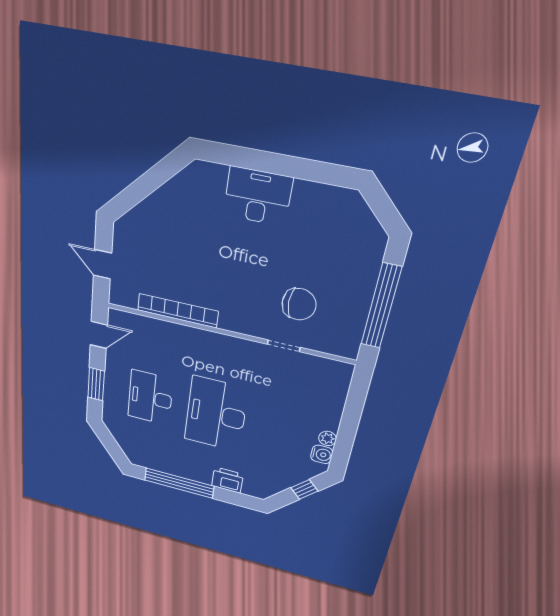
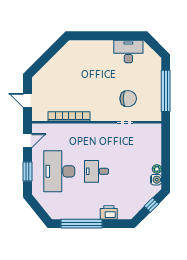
desk: (258, 196) -> (128, 52), moved
desk: (150, 398) -> (59, 171), width x1.36, depth x1.30
desk: (216, 414) -> (97, 171), width x0.53, depth x0.77

